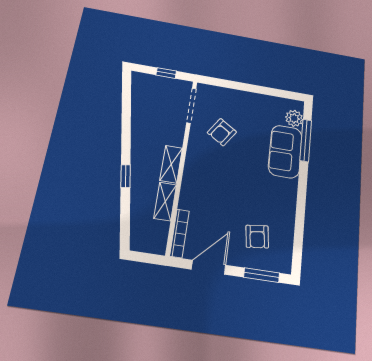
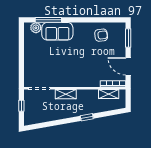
armchair: (222, 132) -> (52, 69), removed
shelving: (171, 164) -> (66, 94), moved
shelving: (165, 201) -> (109, 94), moved
armchair: (257, 237) -> (101, 35), moved

